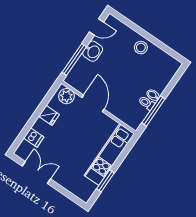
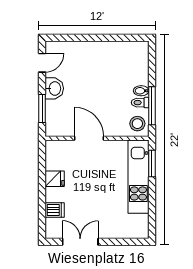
stool: (141, 48) -> (137, 124), moved
window: (74, 59) -> (42, 109), width x0.69
plant: (66, 96) -> (59, 149), removed
window: (105, 181) -> (152, 163), moved

